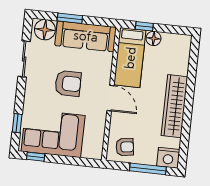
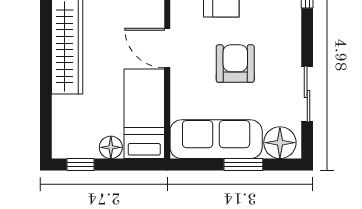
window: (144, 26) -> (80, 165), moved
armchair: (68, 83) -> (235, 64), turned 90

